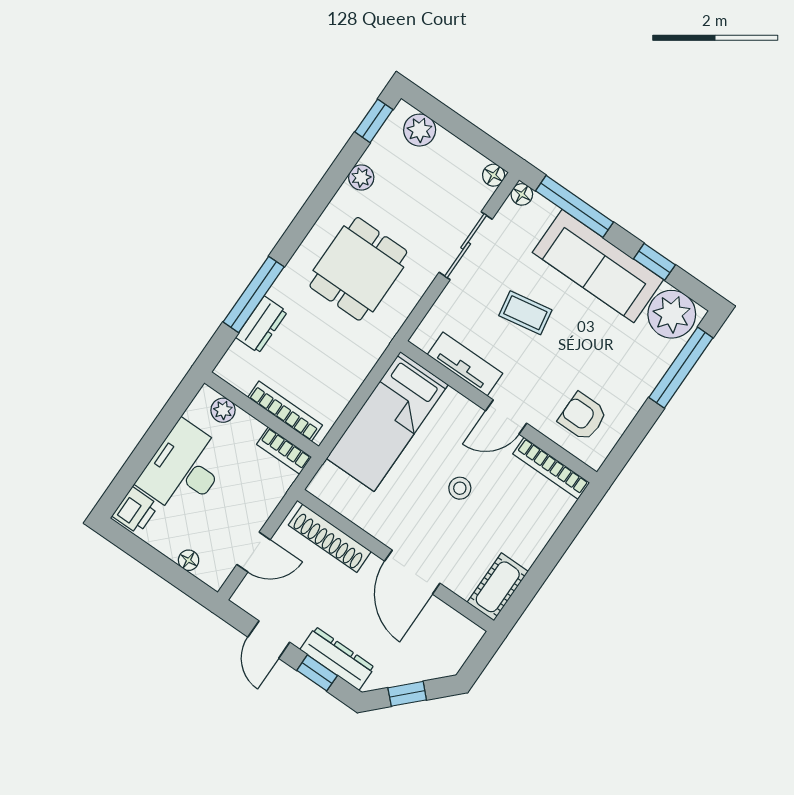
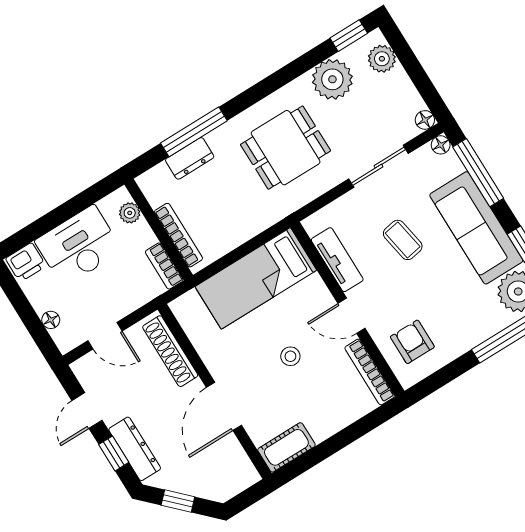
plant: (361, 178) -> (332, 79), width x1.88, depth x1.88

